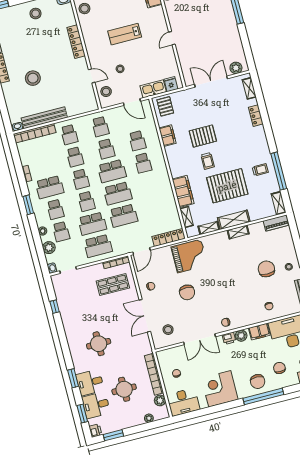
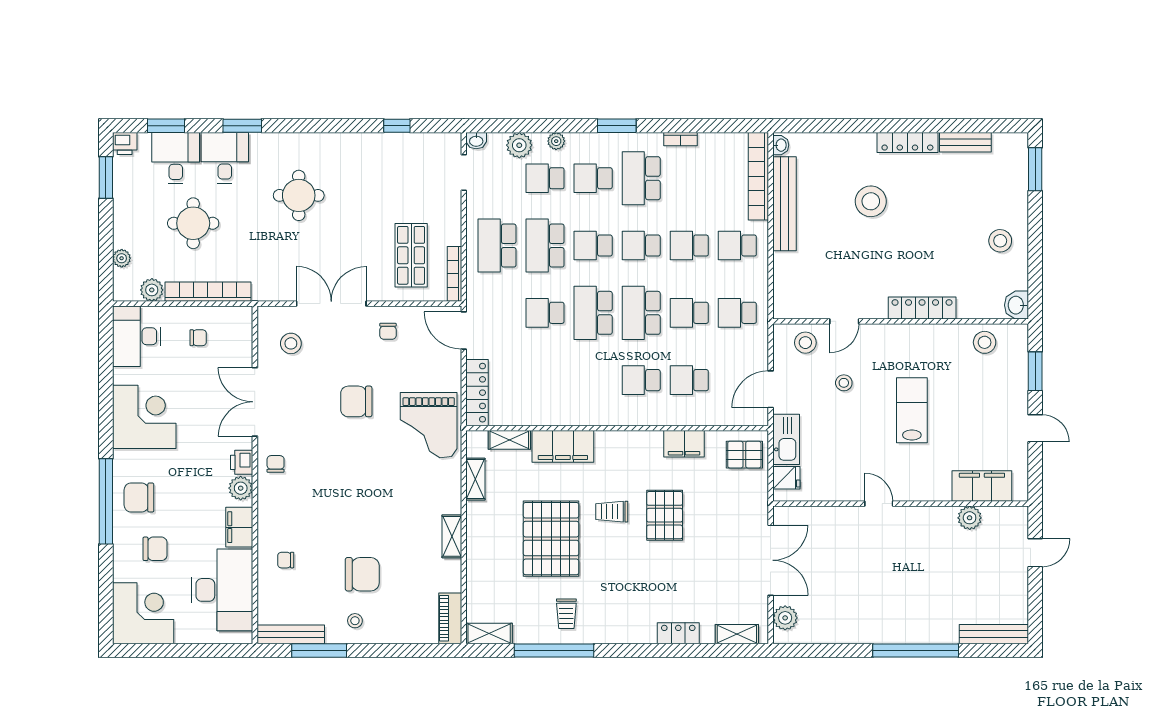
school desk: (123, 216) -> (545, 313), width x0.54
shelving: (234, 220) -> (479, 534), removed

